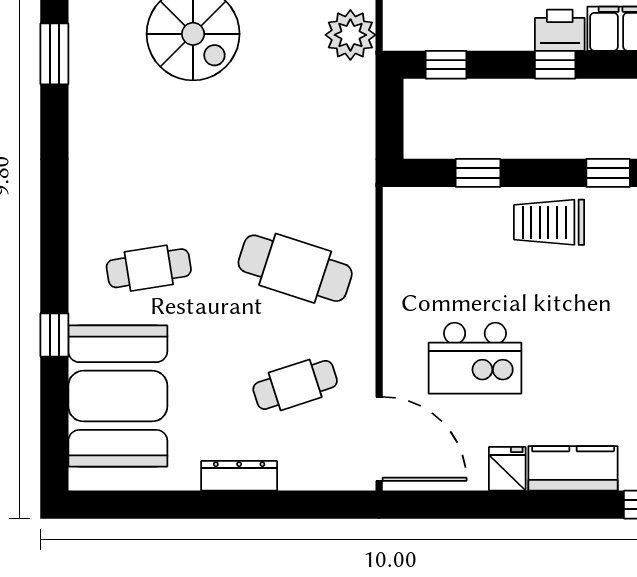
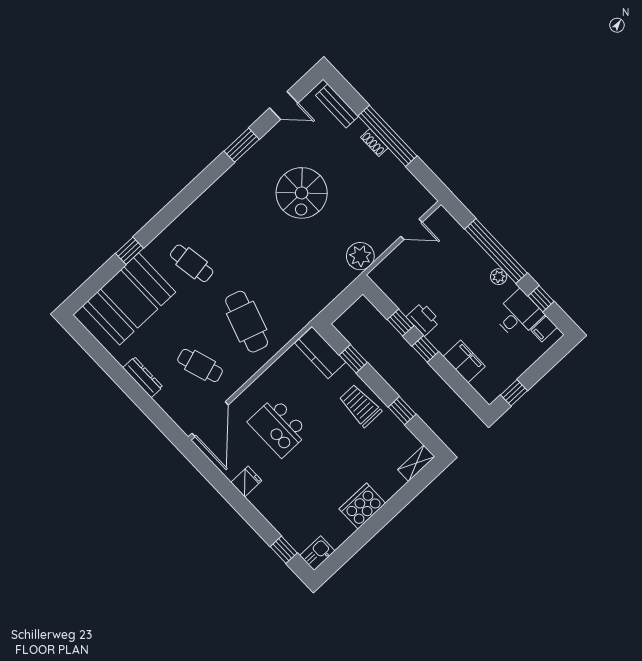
printer: (560, 30) -> (423, 319), moved
window: (446, 65) -> (401, 323), moved
kitchen counter: (573, 468) -> (320, 353), moved, turned 180

